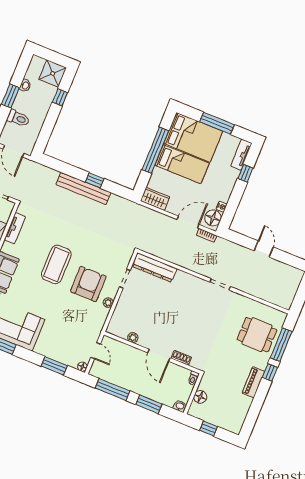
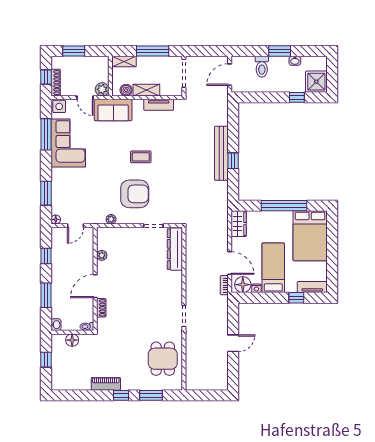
window: (217, 123) -> (332, 253), removed
bed: (182, 164) -> (273, 268), moved, turned 180
coffee table: (56, 264) -> (141, 157), width x0.54, depth x0.58
plant: (108, 303) -> (111, 219), moved
dining table: (257, 335) -> (163, 359), moved
window: (281, 345) -> (151, 395), width x0.69
window: (113, 390) -> (46, 256), width x0.46

